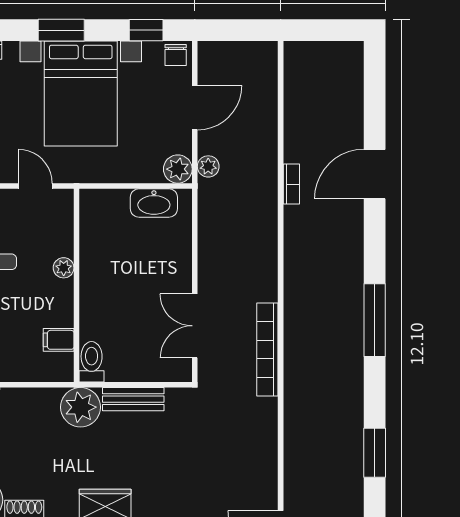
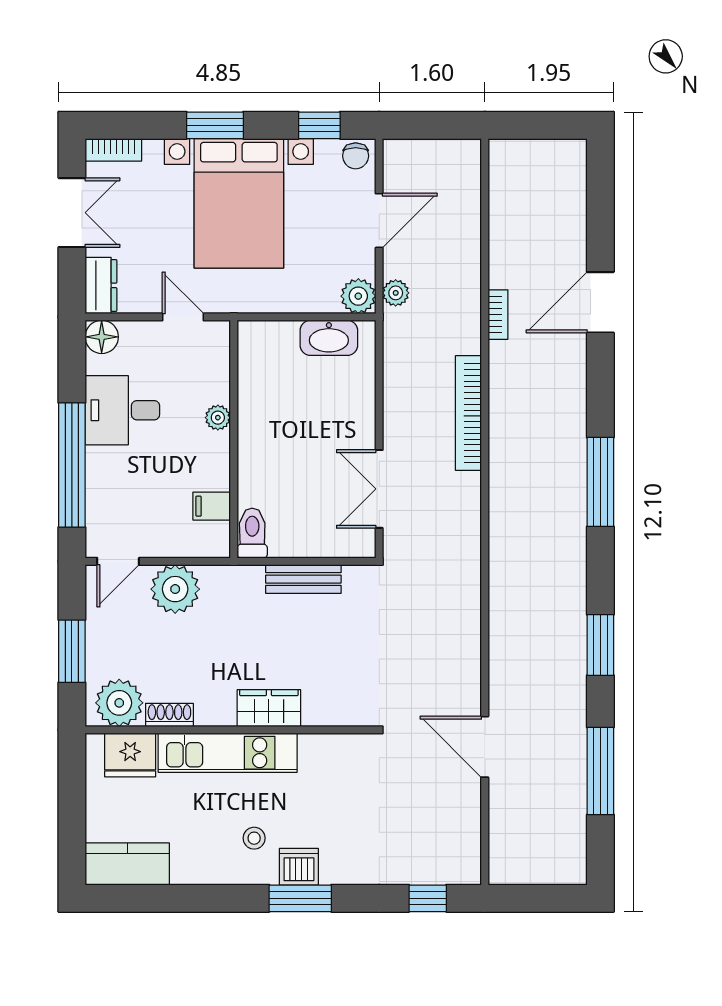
bookcase: (267, 350) -> (468, 413), moved
plant: (81, 407) -> (175, 589), moved

